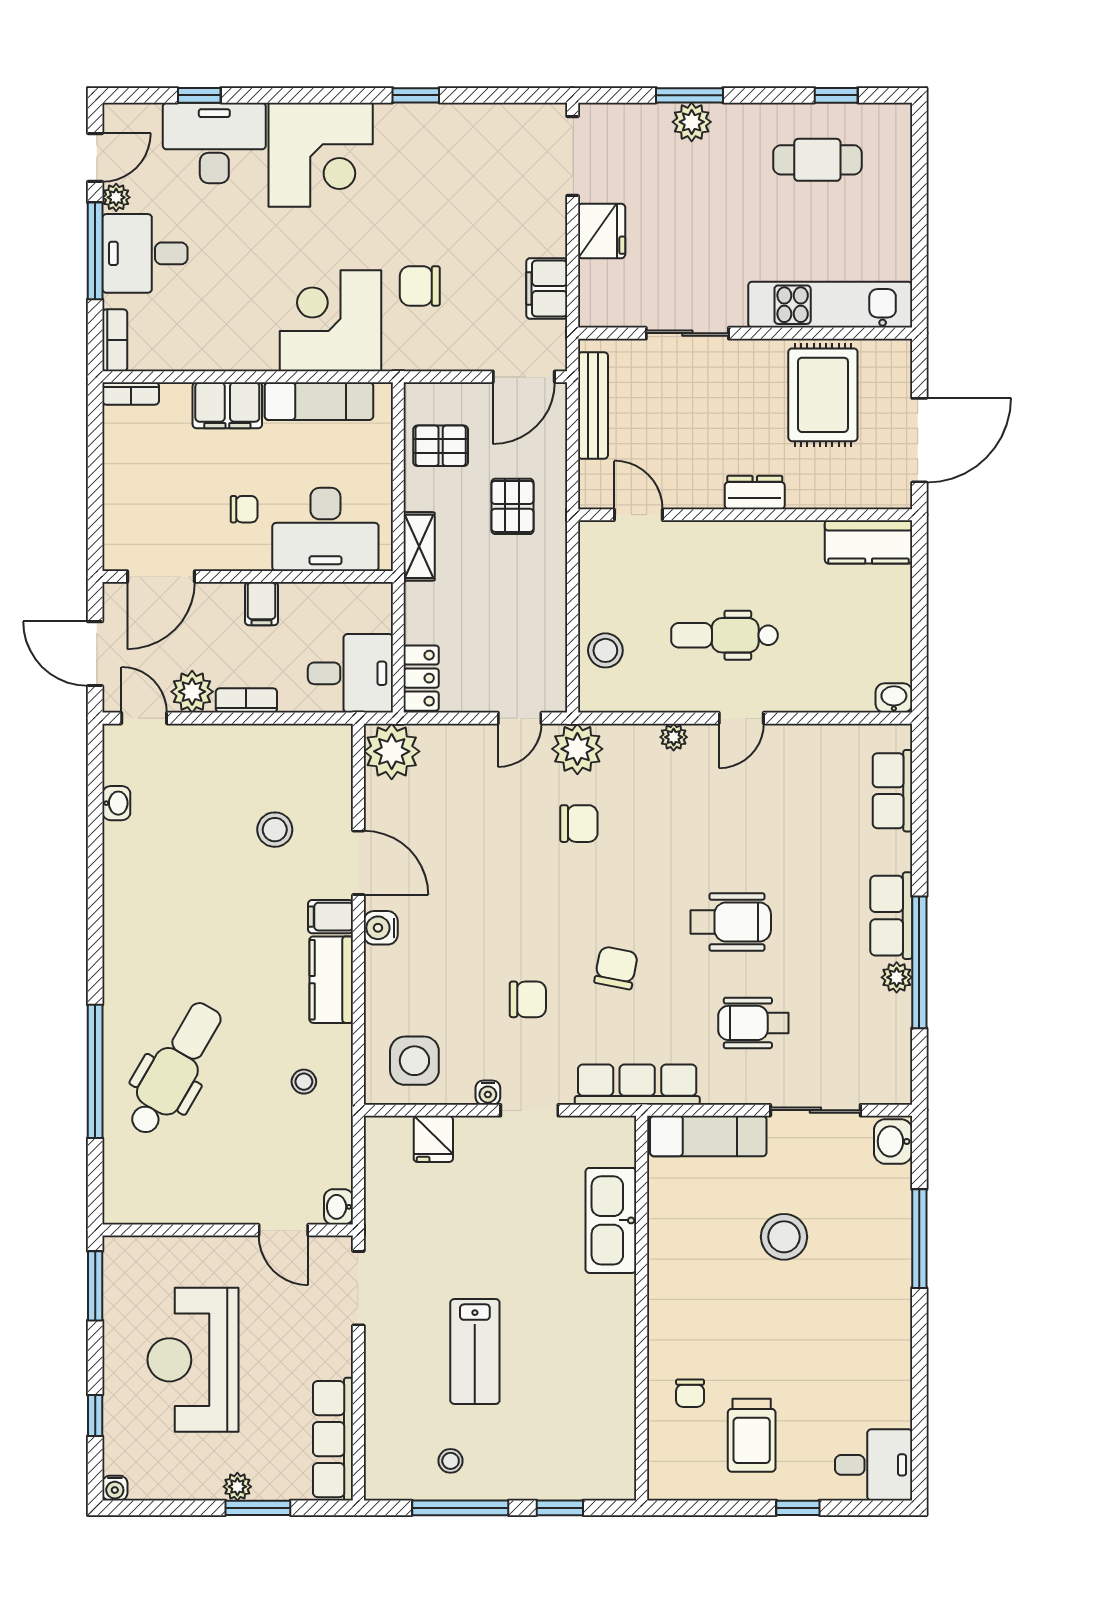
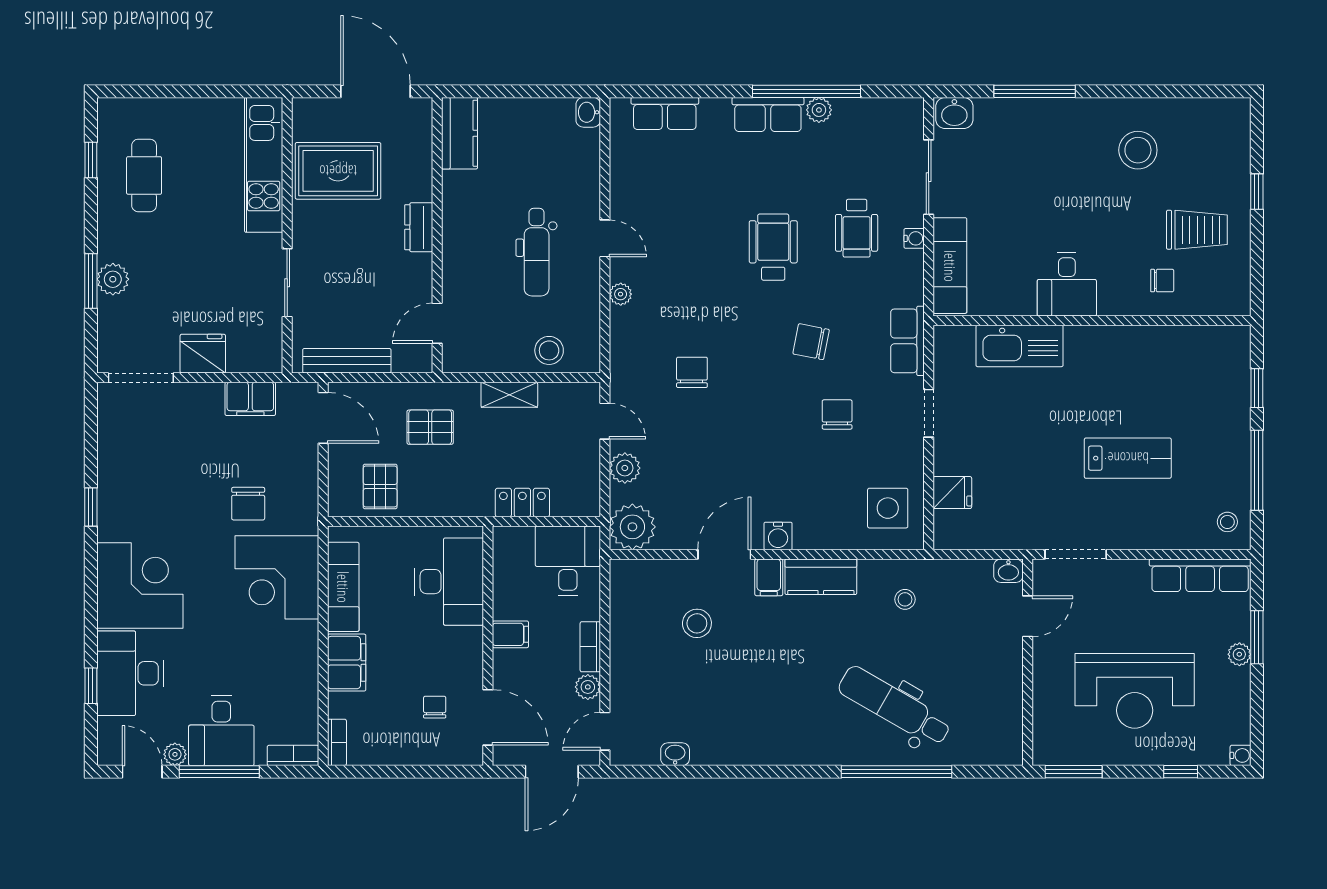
chair: (244, 509) -> (435, 707), moved
shelving: (419, 546) -> (509, 395), moved
locker: (421, 678) -> (522, 503), moved
plant: (192, 692) -> (588, 687), width x0.73, depth x0.73
plant: (577, 749) -> (625, 468), moved, width x0.73, depth x0.73
row of seats: (637, 1085) -> (907, 341), width x0.68
water cooler: (488, 1093) -> (914, 238), moved
stool: (784, 1237) -> (1138, 150), moved
stool: (451, 1461) -> (1227, 522), moved
desk: (874, 1465) -> (1067, 284), moved, turned 180

